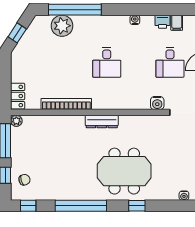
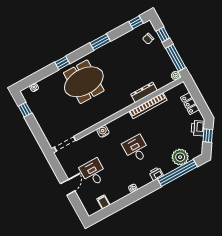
printer: (163, 22) -> (156, 174), moved
printer: (24, 47) -> (198, 128), added
locker: (18, 96) -> (190, 103), moved
water cooler: (157, 103) -> (103, 131), moved
dresser: (102, 122) -> (144, 92), moved
window: (81, 206) -> (100, 42), width x0.47

